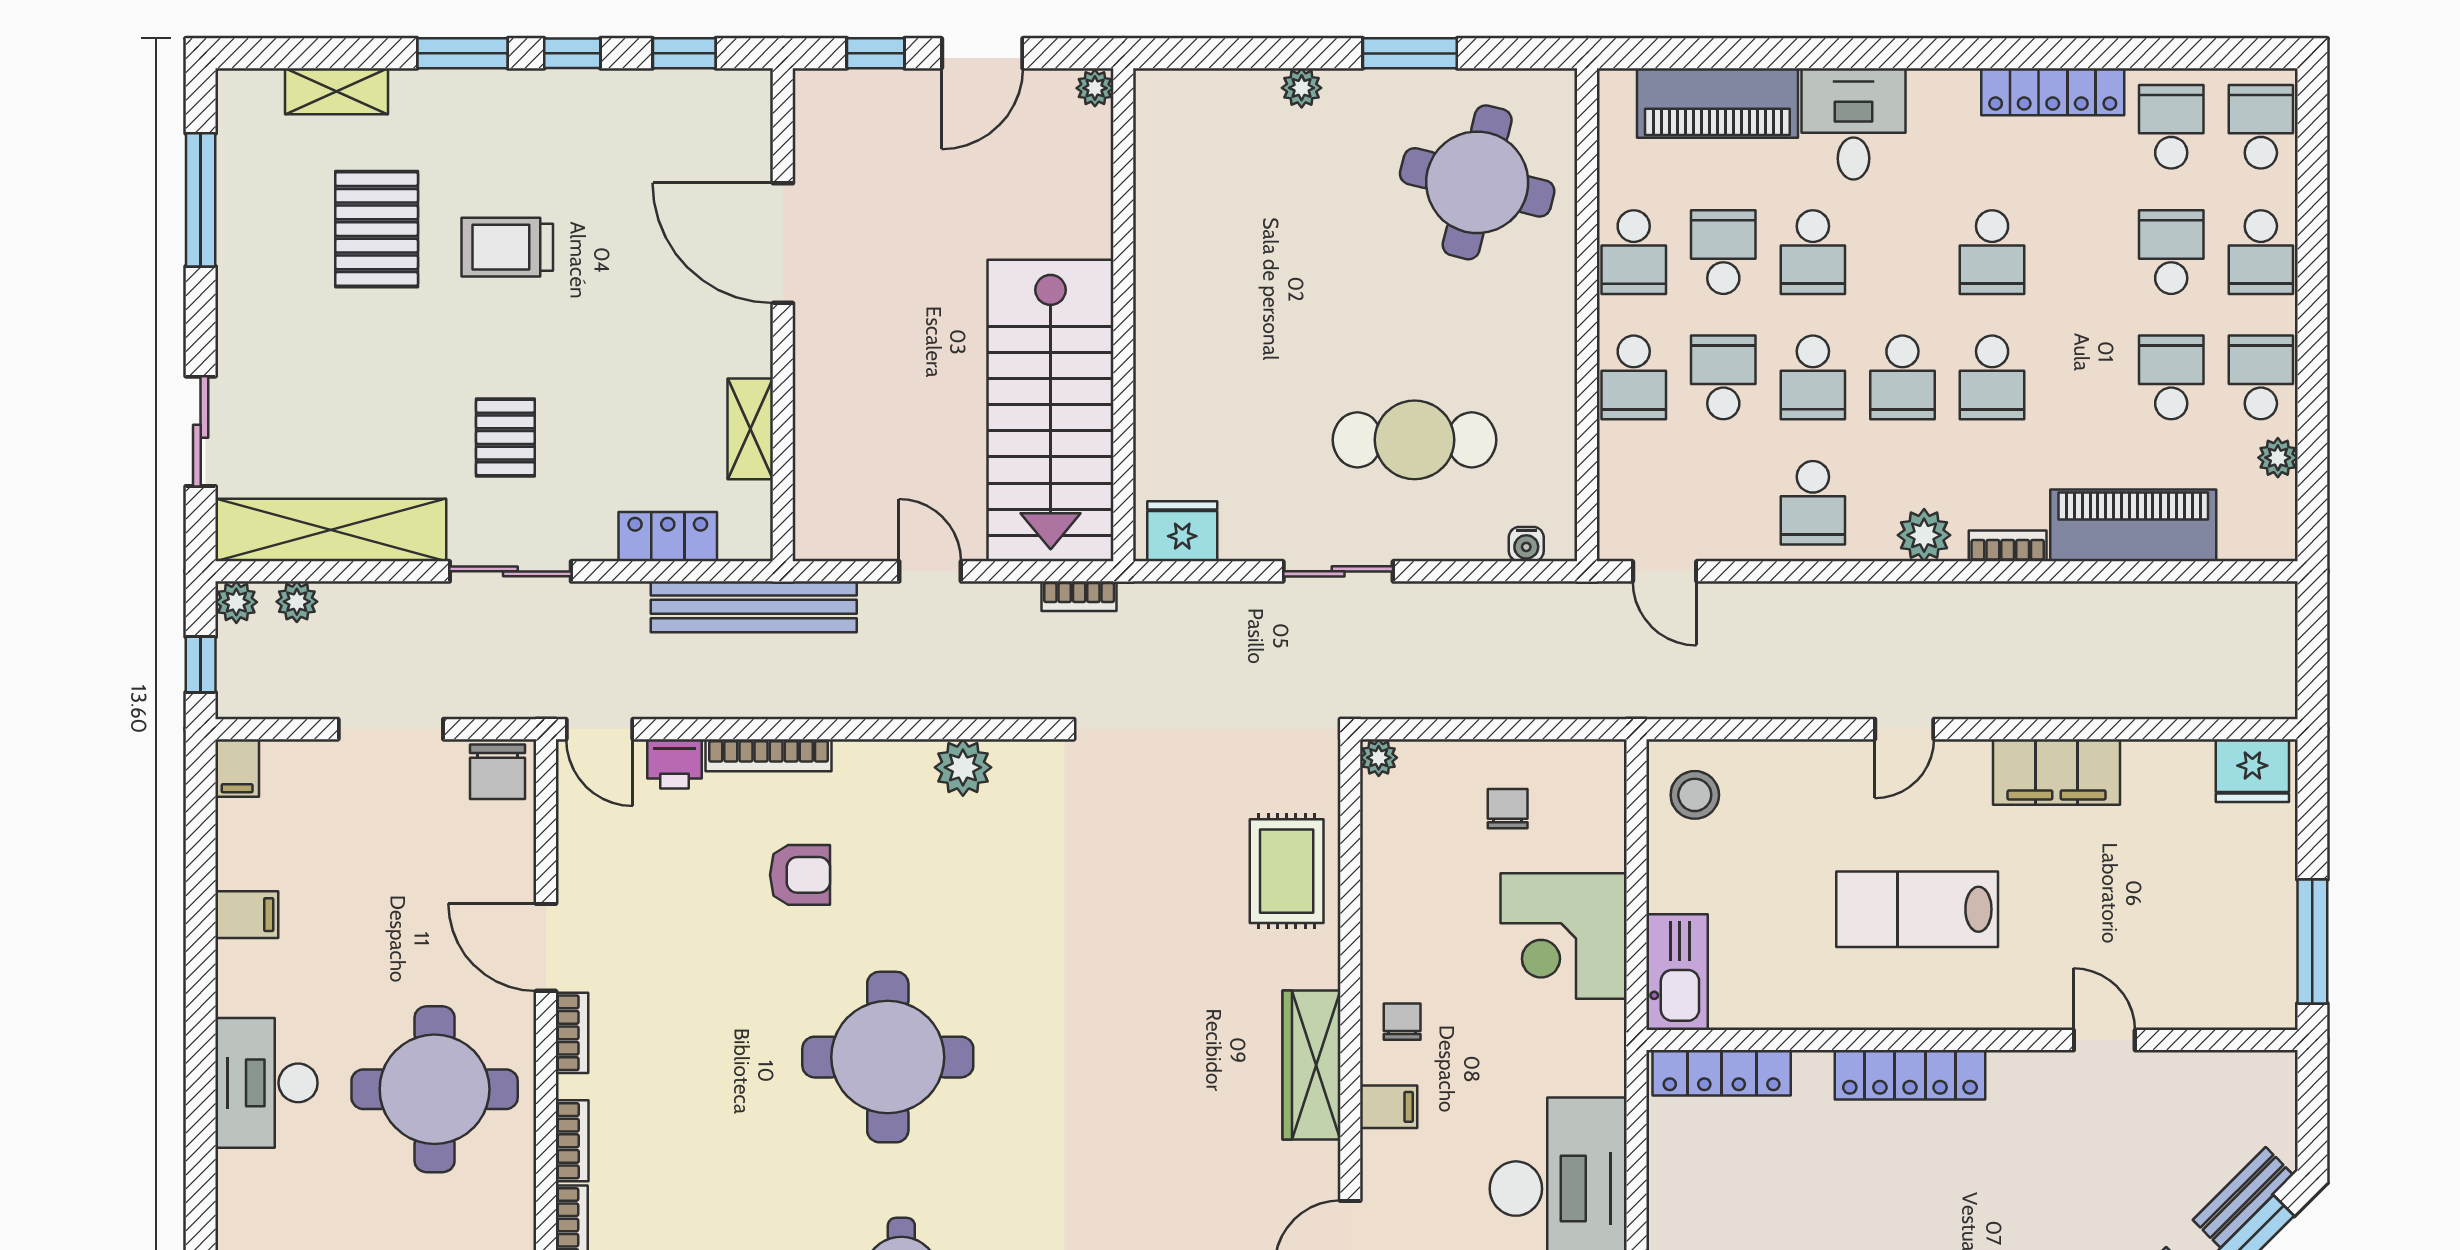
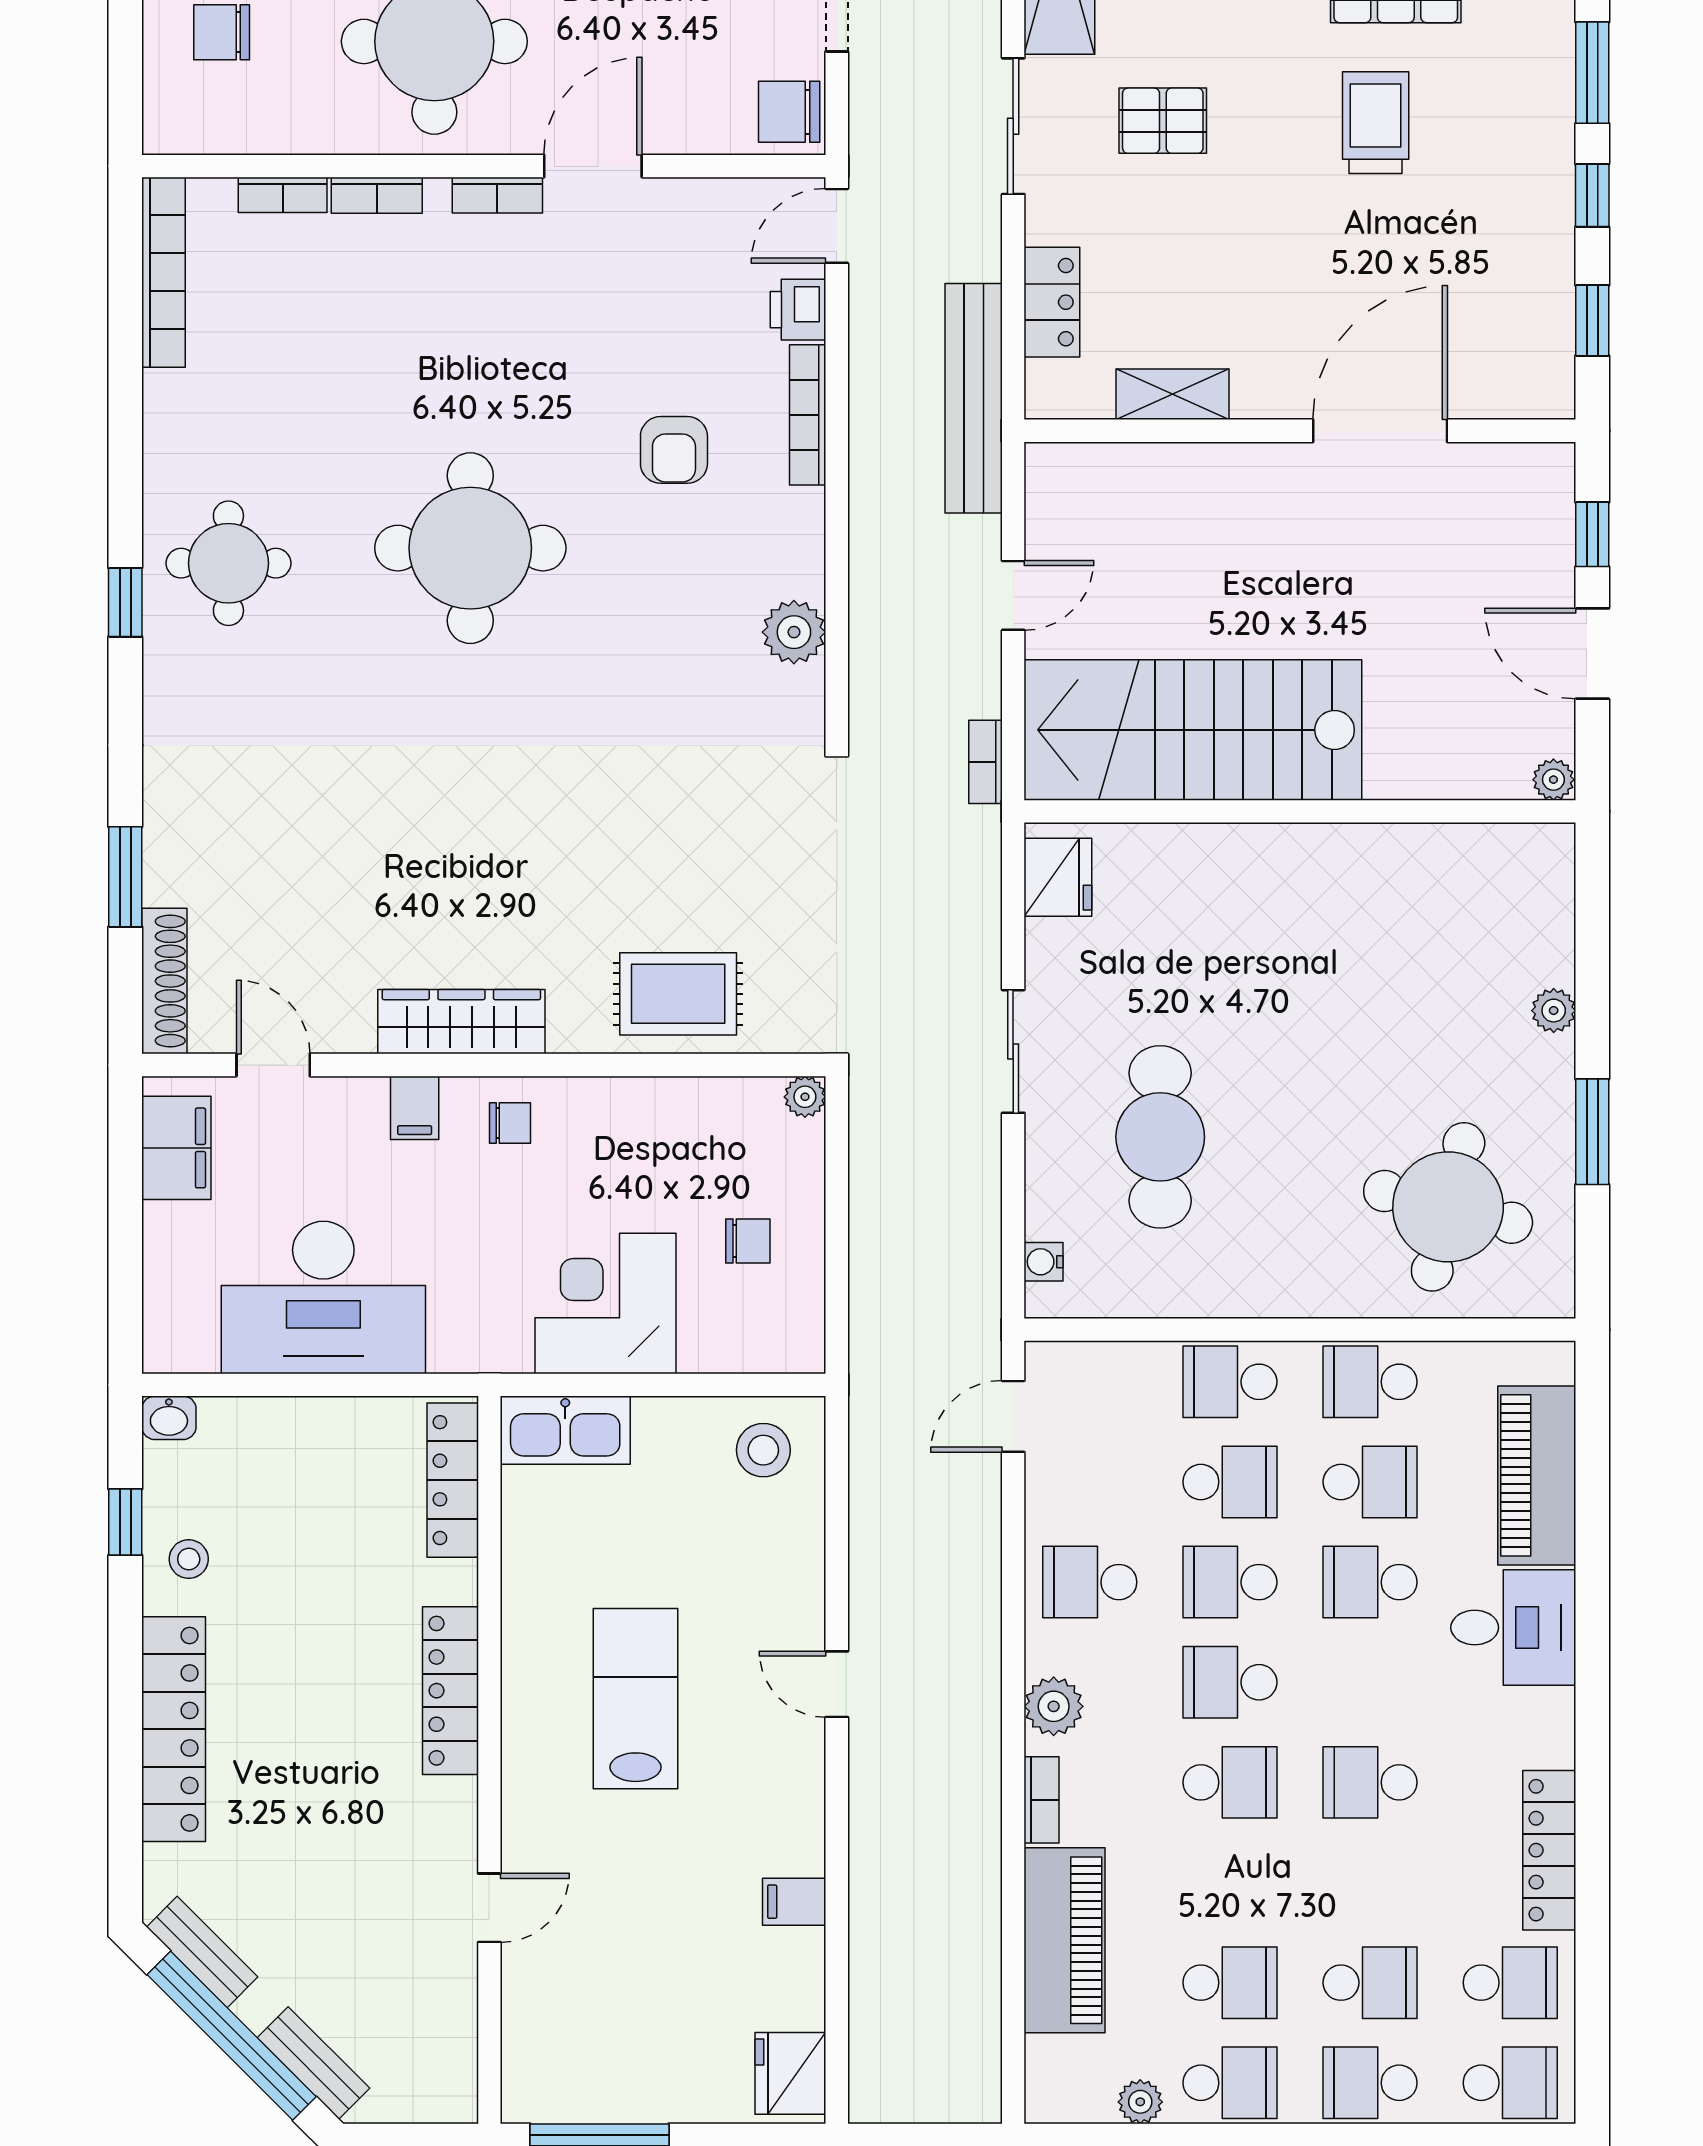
school desk: (1992, 377) -> (1230, 1782), turned 180
filing cabinet: (2057, 772) -> (794, 1902), width x0.33, depth x0.86

